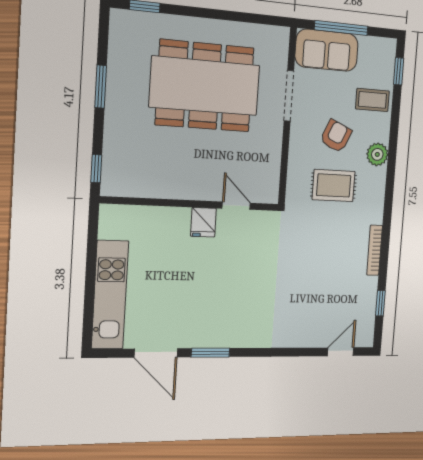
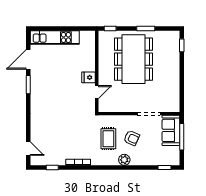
dining table: (205, 86) -> (133, 59), moved
coffee table: (372, 100) -> (150, 155), removed

